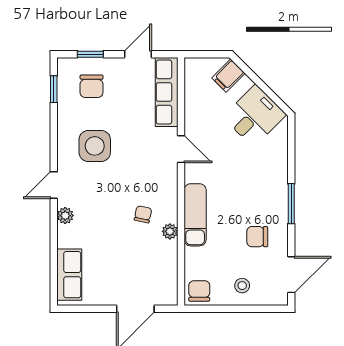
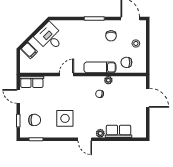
row of seats: (167, 92) -> (32, 82), width x0.68
row of seats: (69, 275) -> (118, 131), moved
chair: (199, 291) -> (126, 62), moved

